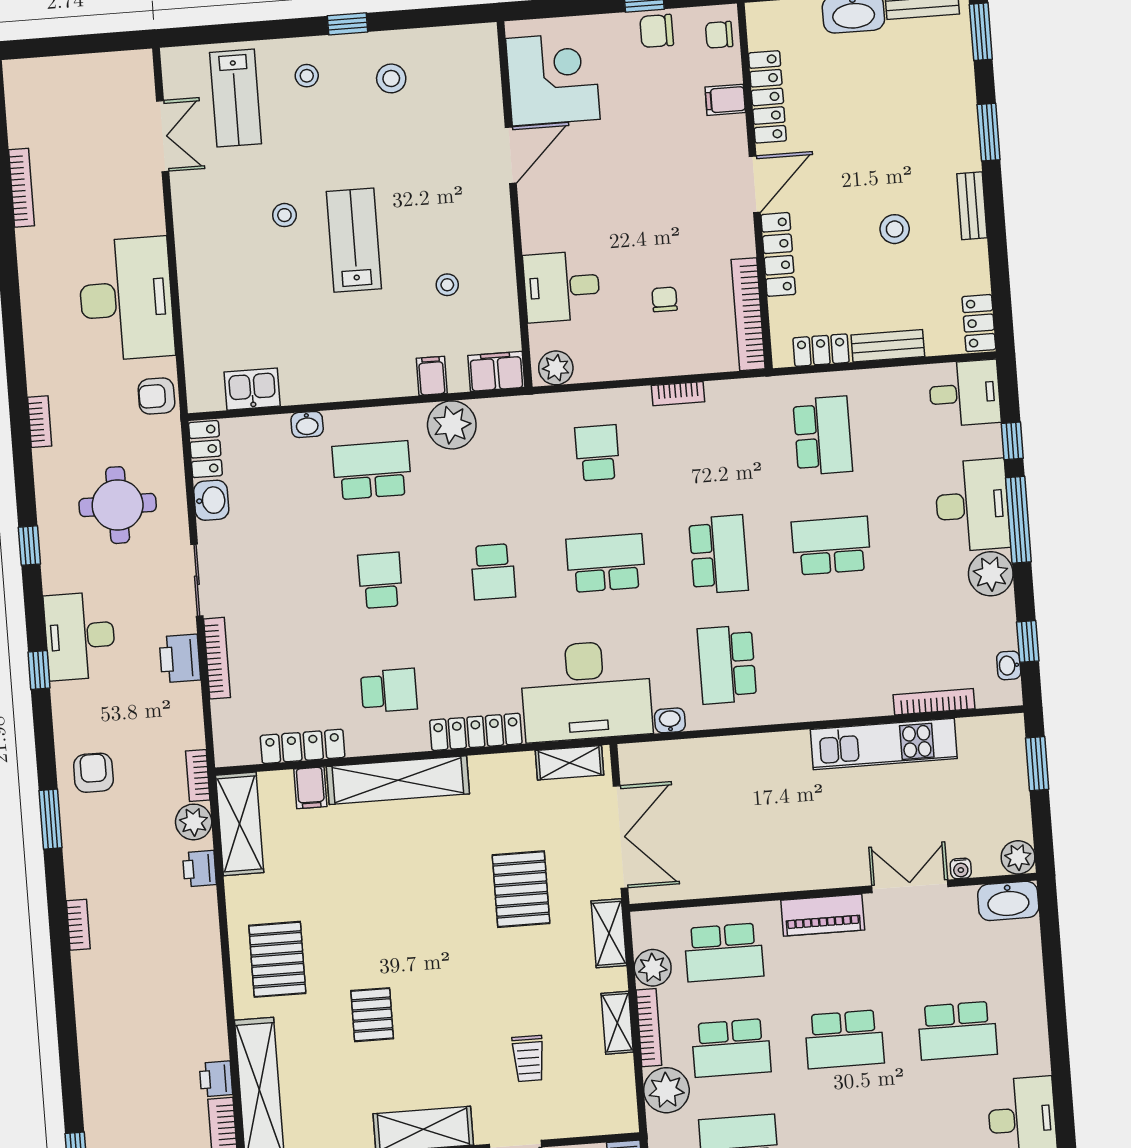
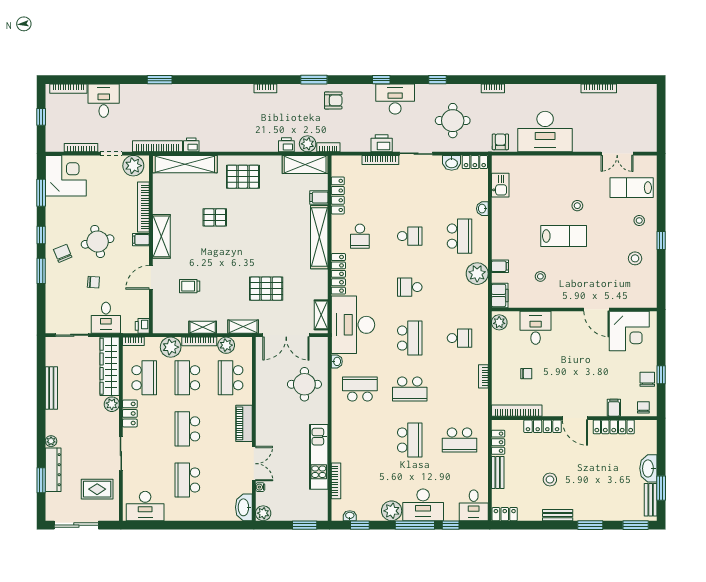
round table: (726, 788) -> (304, 384), added

